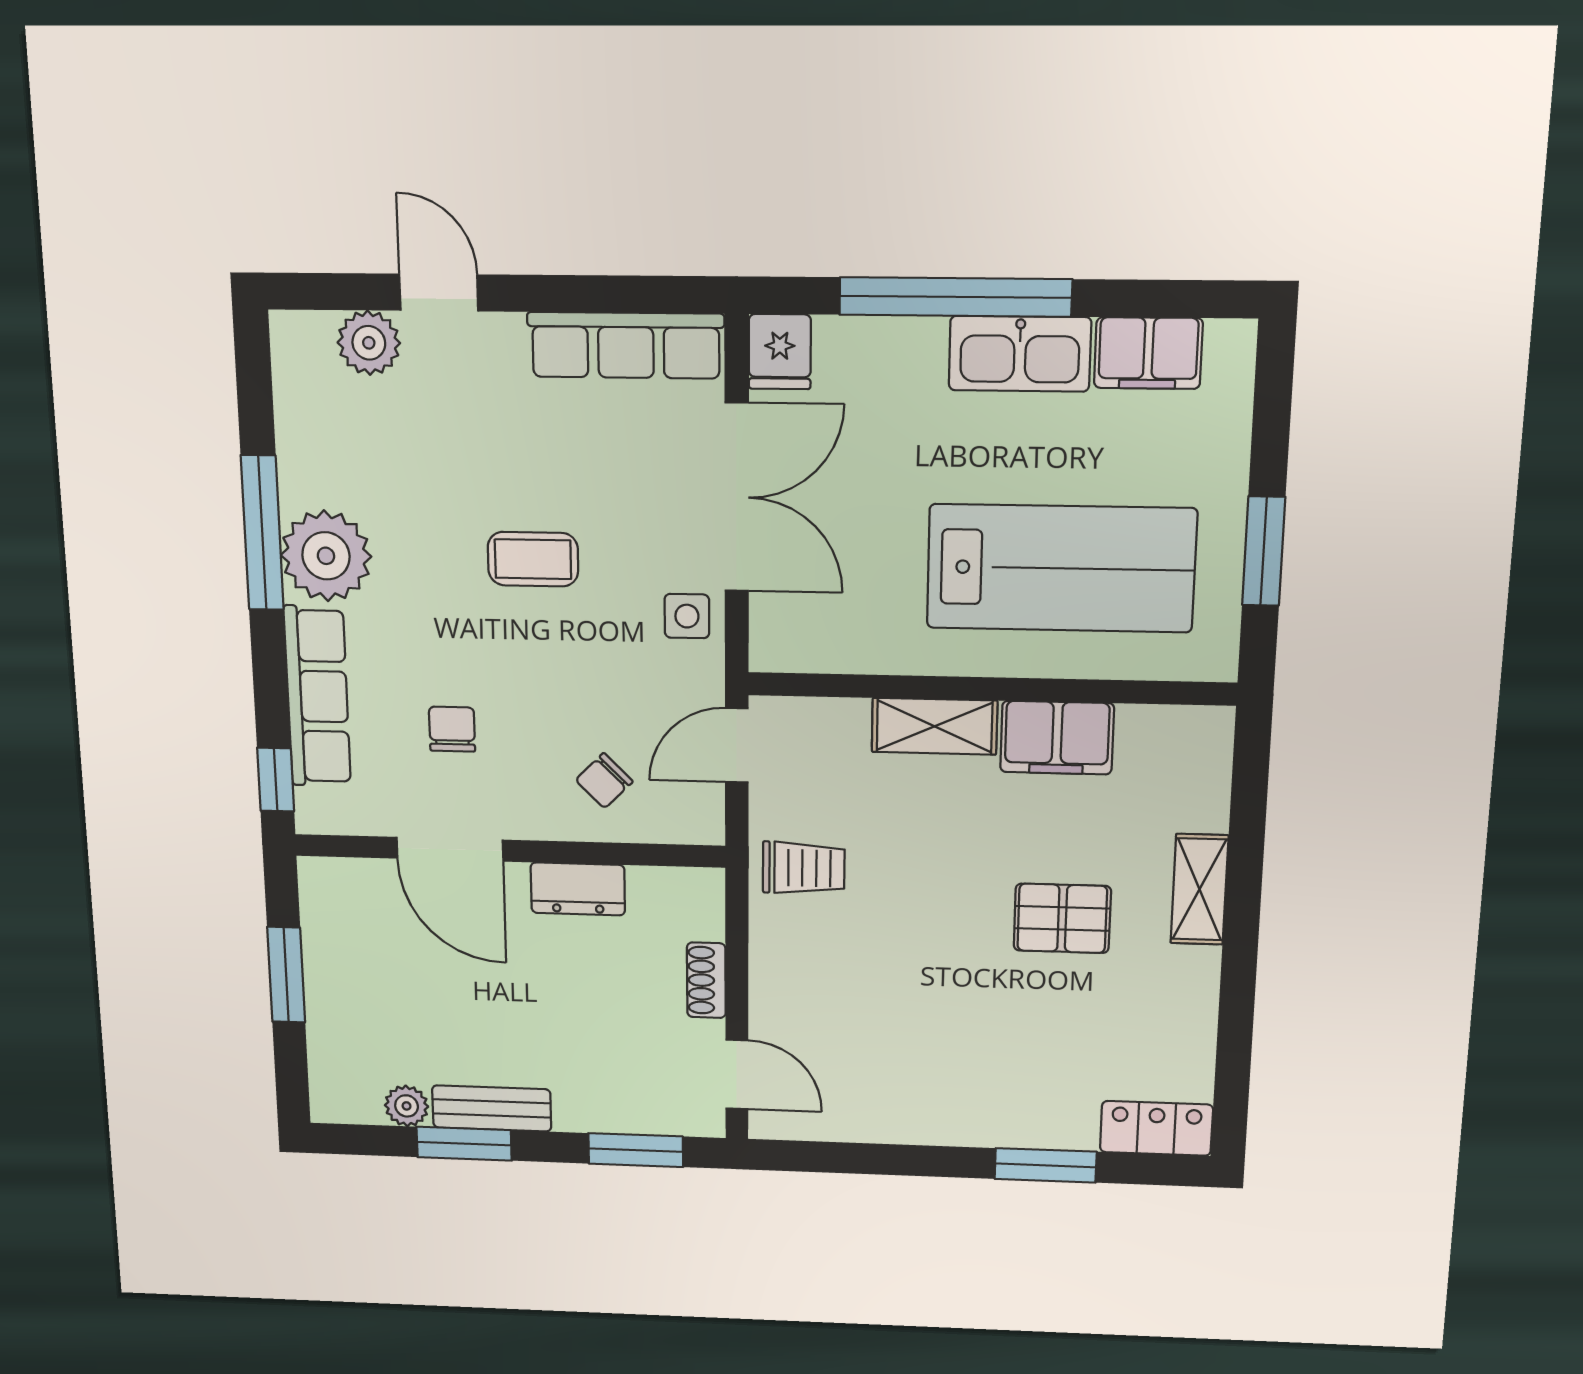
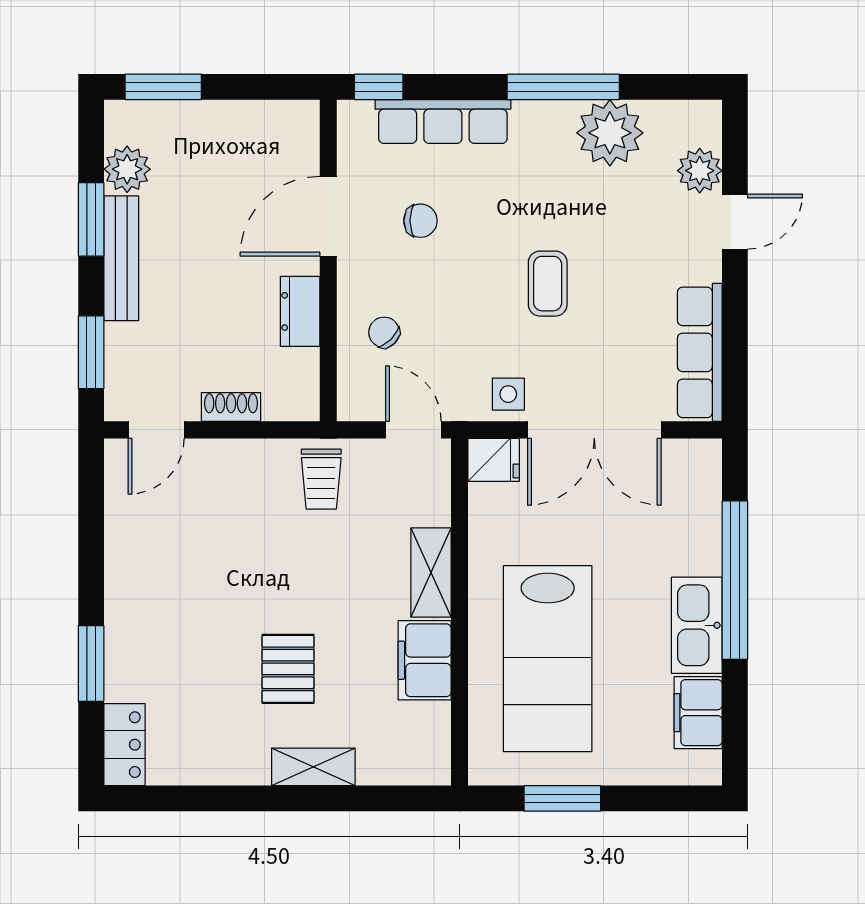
fridge: (780, 352) -> (494, 460), moved, turned 180
plant: (326, 556) -> (610, 133), moved
window: (286, 975) -> (163, 87), moved
plant: (407, 1106) -> (127, 169), width x1.38, depth x1.38
bench: (492, 1108) -> (121, 258), width x1.36

